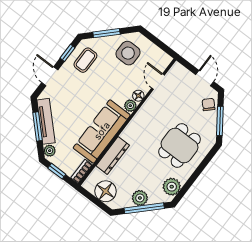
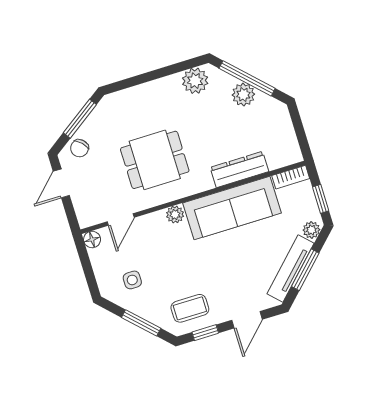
side table: (128, 53) -> (132, 280), width x0.54, depth x0.54
floor lamp: (138, 96) -> (92, 239), moved
dining table: (180, 146) -> (155, 160), moved
floor lamp: (106, 191) -> (279, 132), removed

